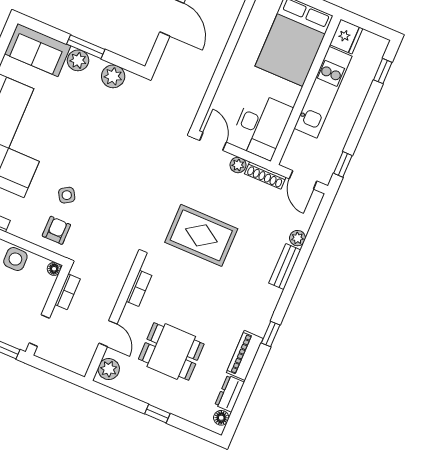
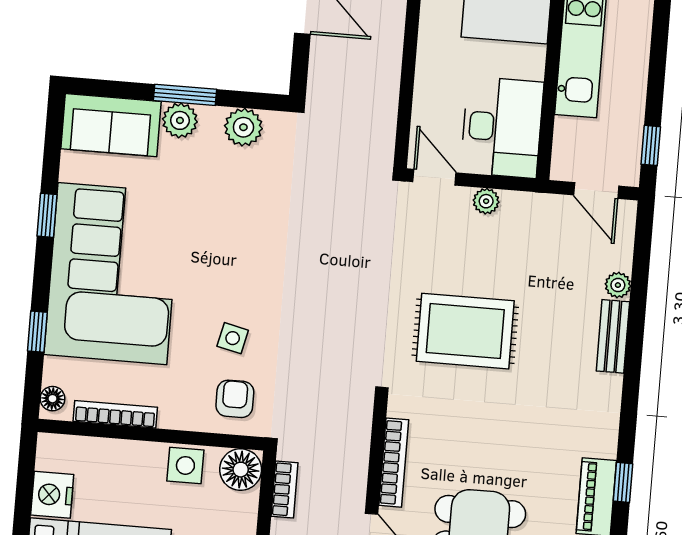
shoe rack: (265, 175) -> (535, 203), removed
side table: (67, 195) -> (233, 338), turned 45
floor lamp: (54, 269) -> (241, 470), width x1.89, depth x1.89
bookcase: (139, 288) -> (394, 463), width x1.56
window: (271, 334) -> (623, 482), moved

